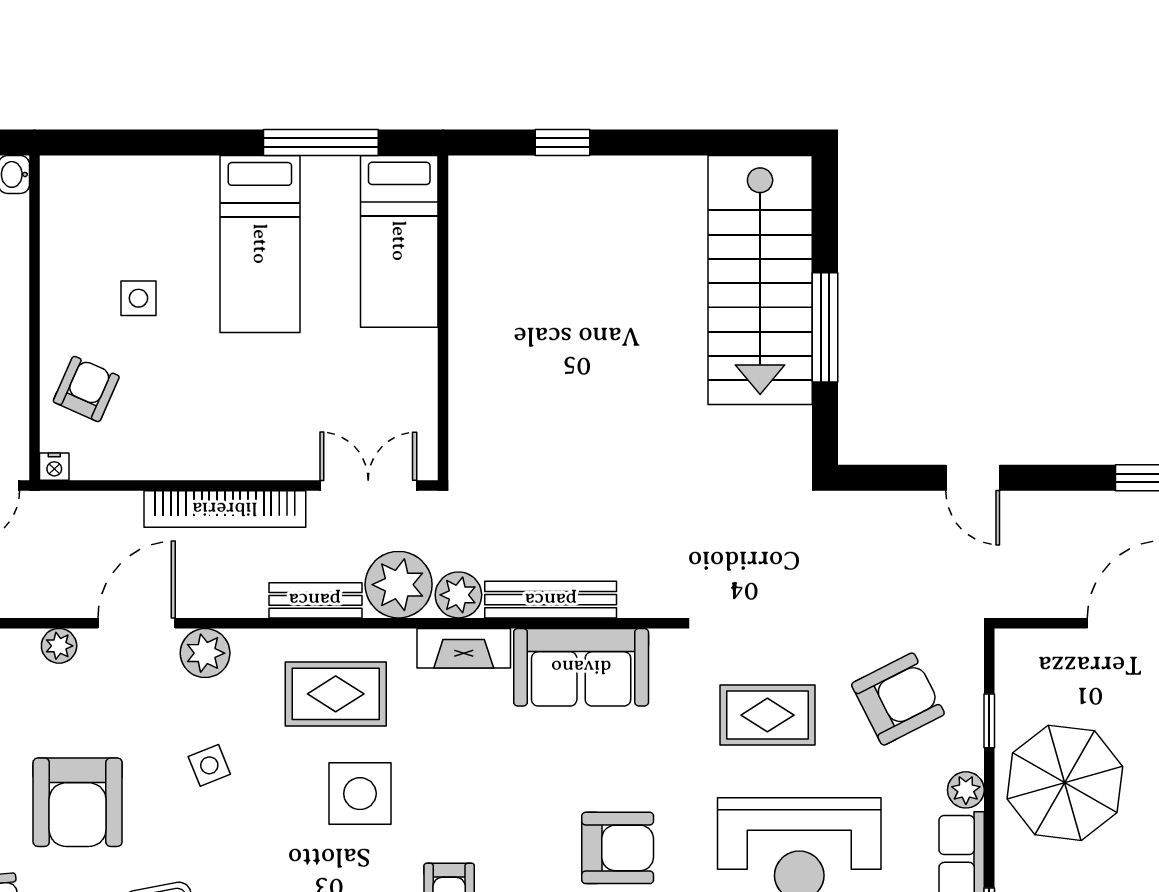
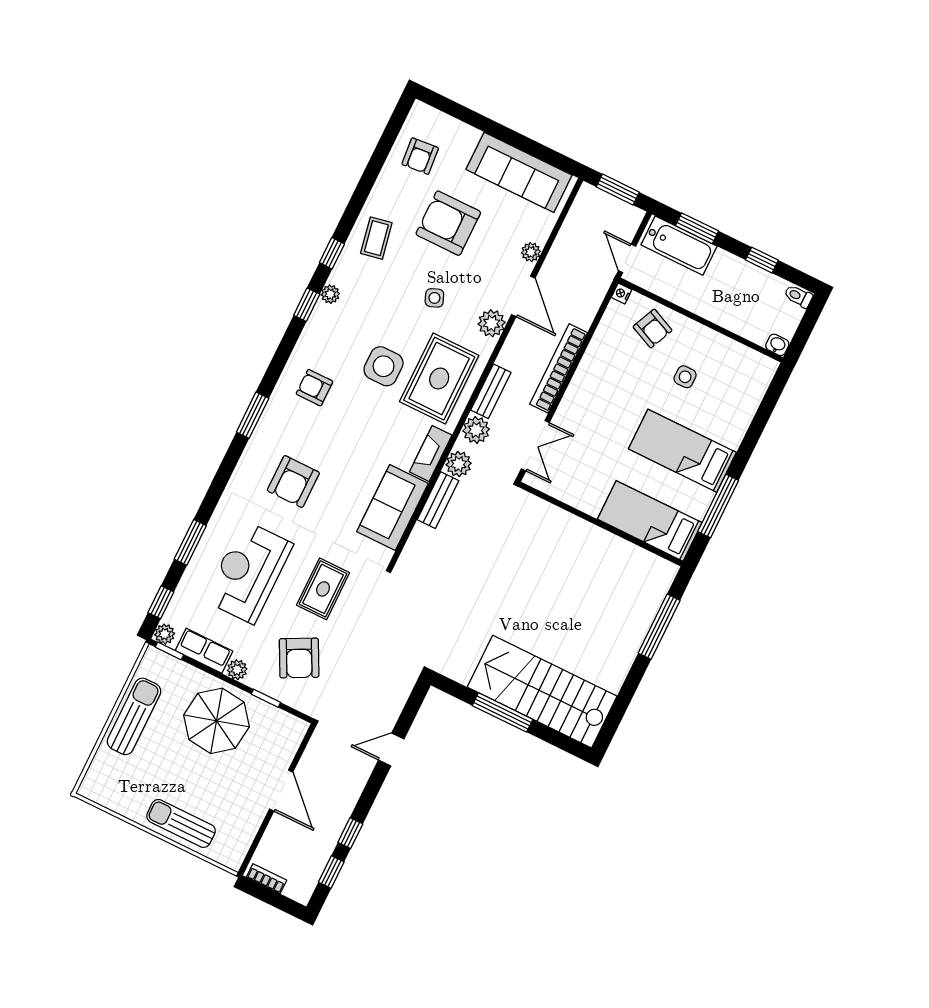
window: (562, 142) -> (659, 627), width x2.17
plant: (399, 585) -> (476, 430), width x0.73, depth x0.73
bench: (551, 600) -> (438, 500), width x0.73
rug: (336, 694) -> (439, 379), width x1.36, depth x1.43

